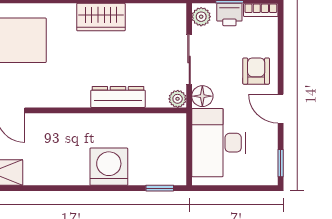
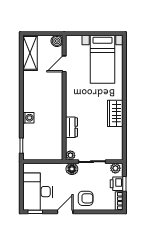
dresser: (118, 97) -> (71, 127), width x0.70
desk: (219, 143) -> (38, 192), moved, turned -90
washing machine: (109, 167) -> (28, 118), width x0.53, depth x0.53

